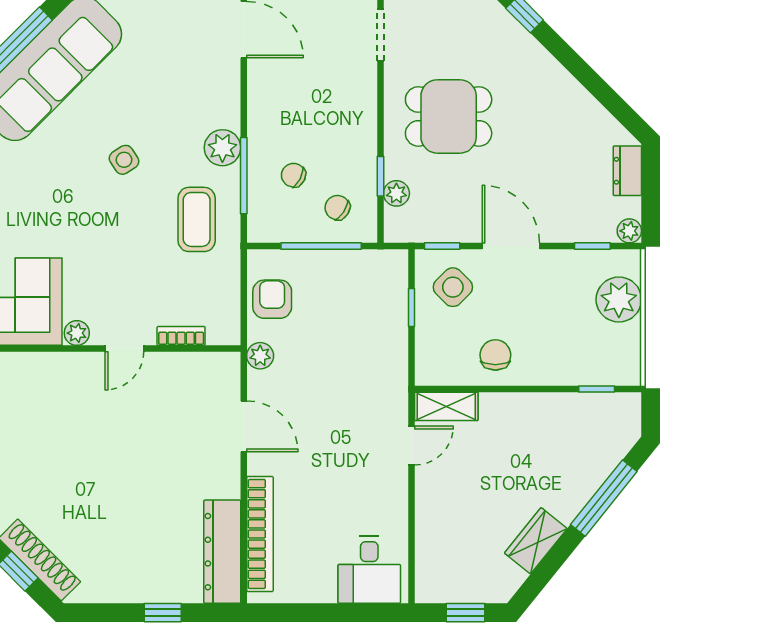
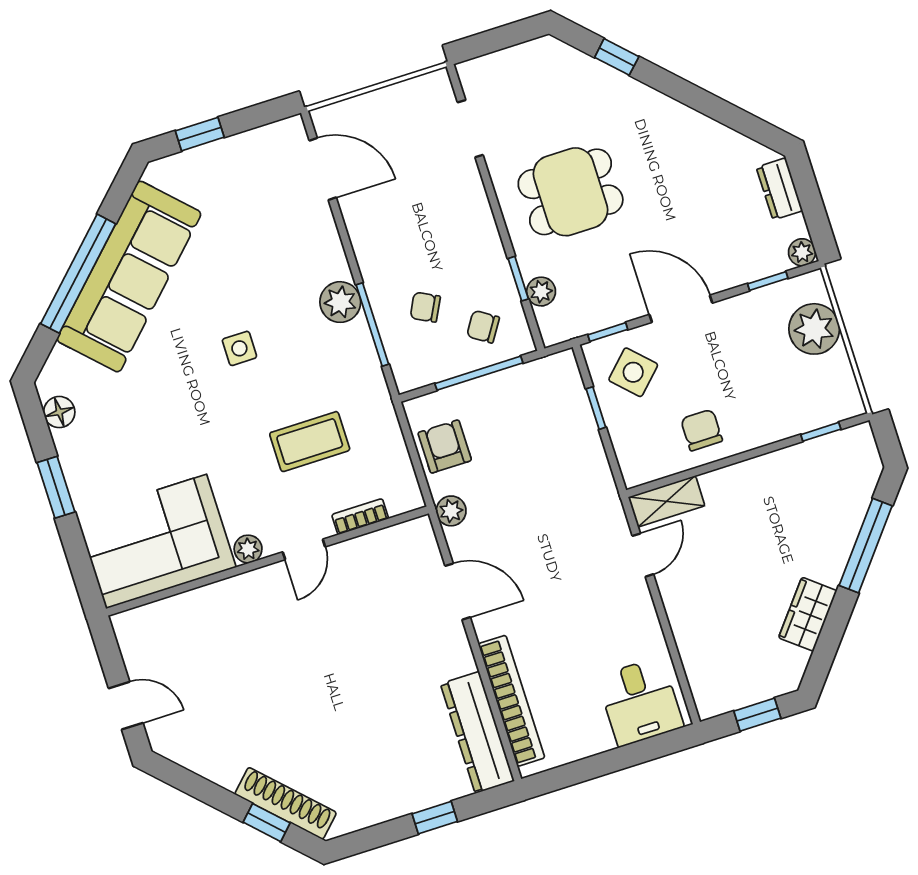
side table: (124, 160) -> (239, 348), turned 33
coffee table: (197, 219) -> (310, 442), moved, turned 90

